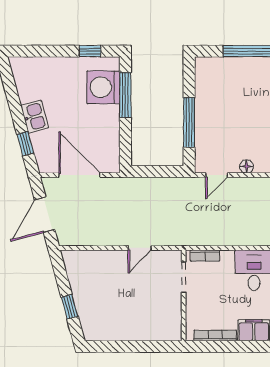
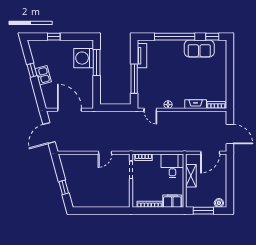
window: (90, 51) -> (54, 37), moved
tv unit: (203, 83) -> (142, 56), added
window: (25, 144) -> (32, 70), moved
door: (217, 175) -> (150, 110), hinge flipped

